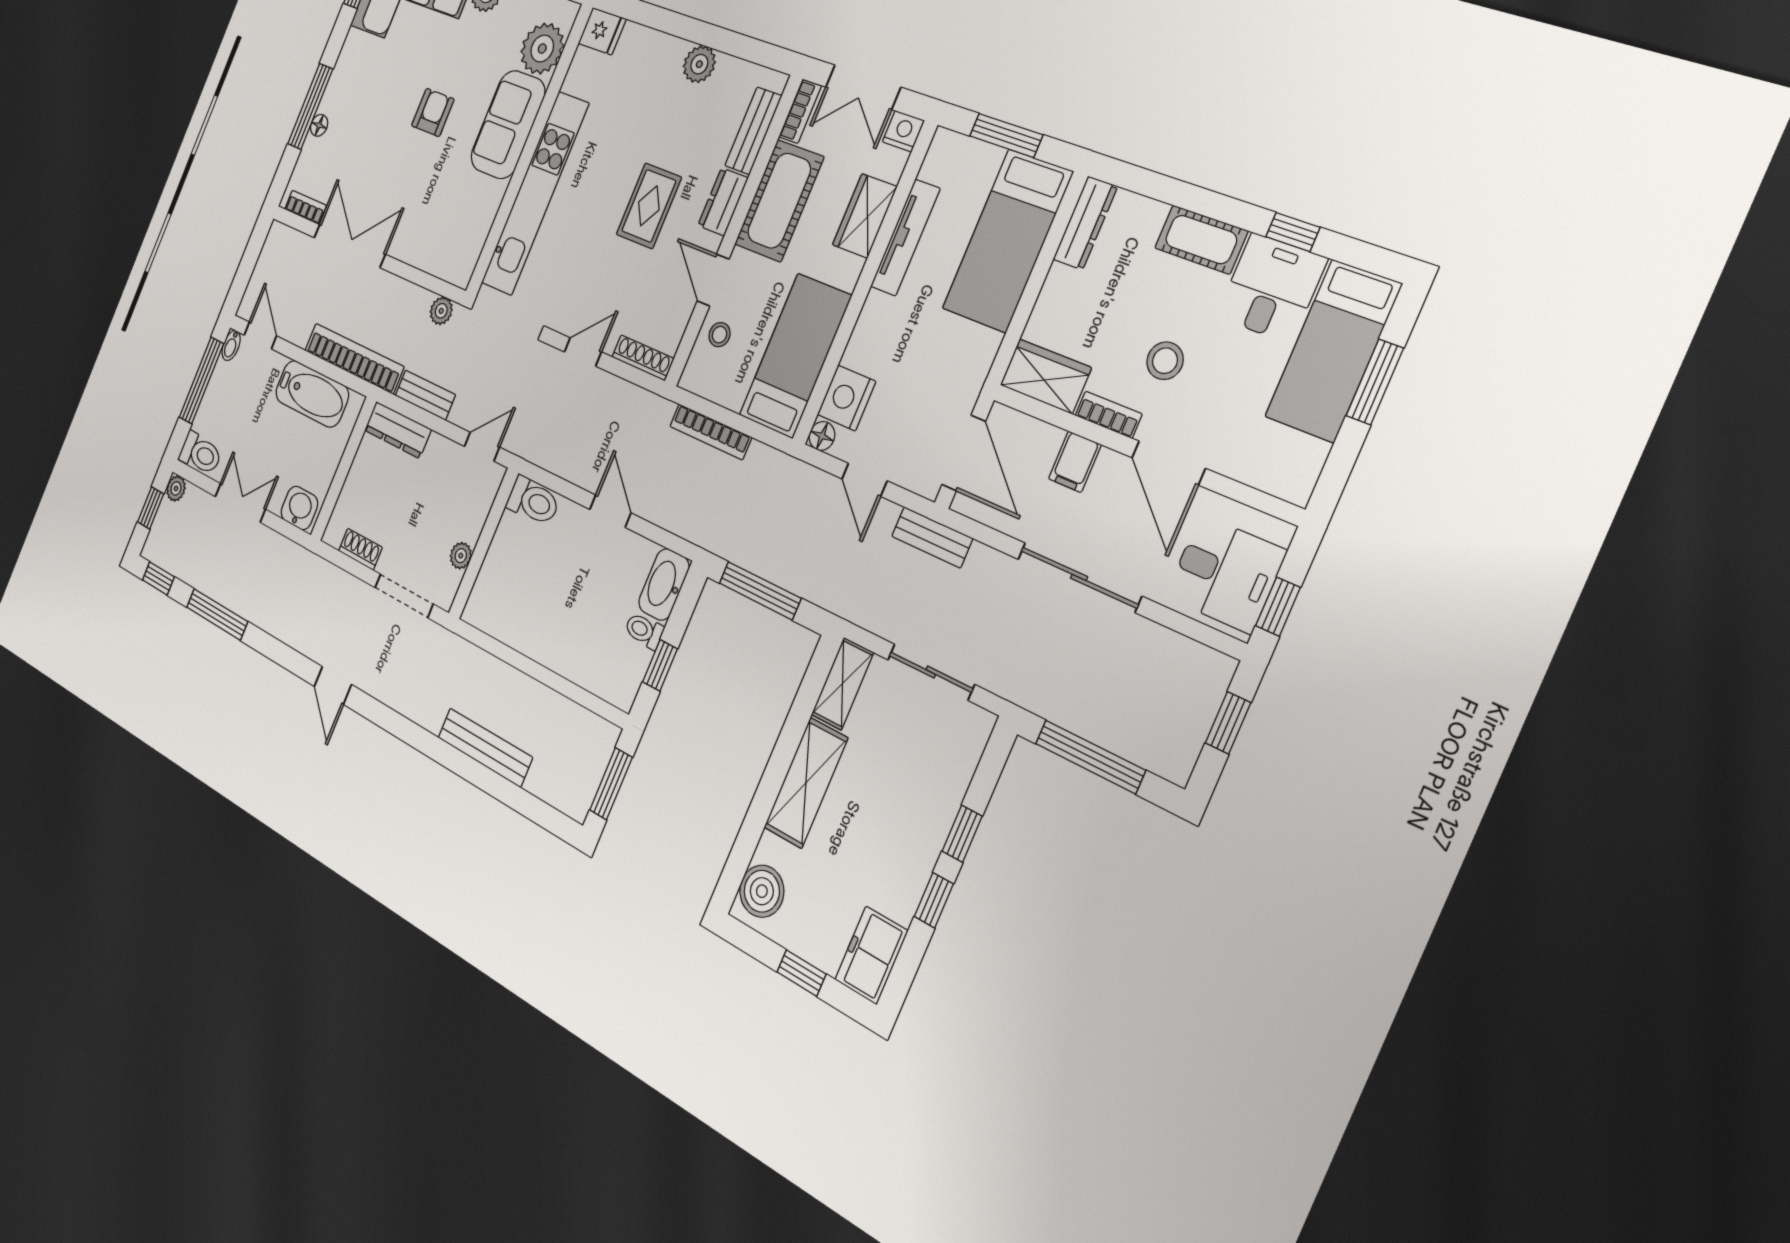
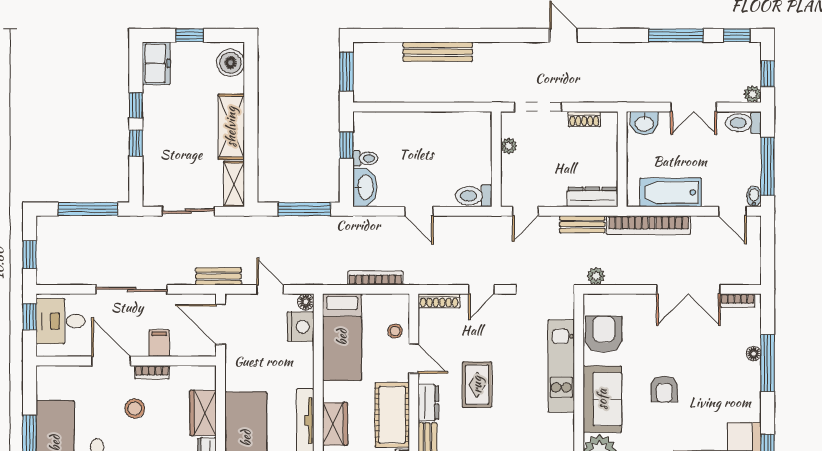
kitchen unit: (535, 193) -> (561, 366), width x0.73
armchair: (467, 221) -> (604, 334), added
wardrobe: (1046, 376) -> (203, 413), moved, turned 90

